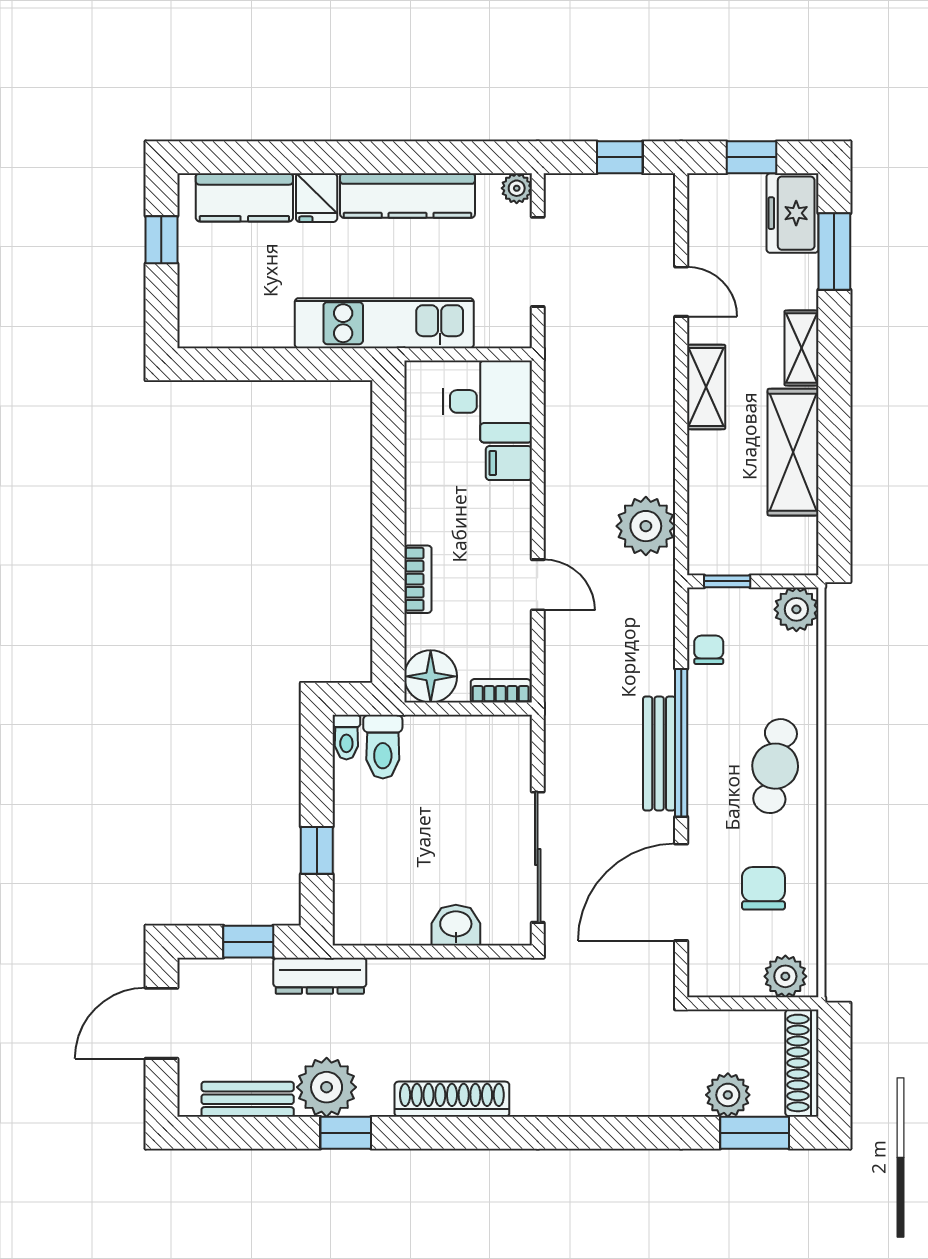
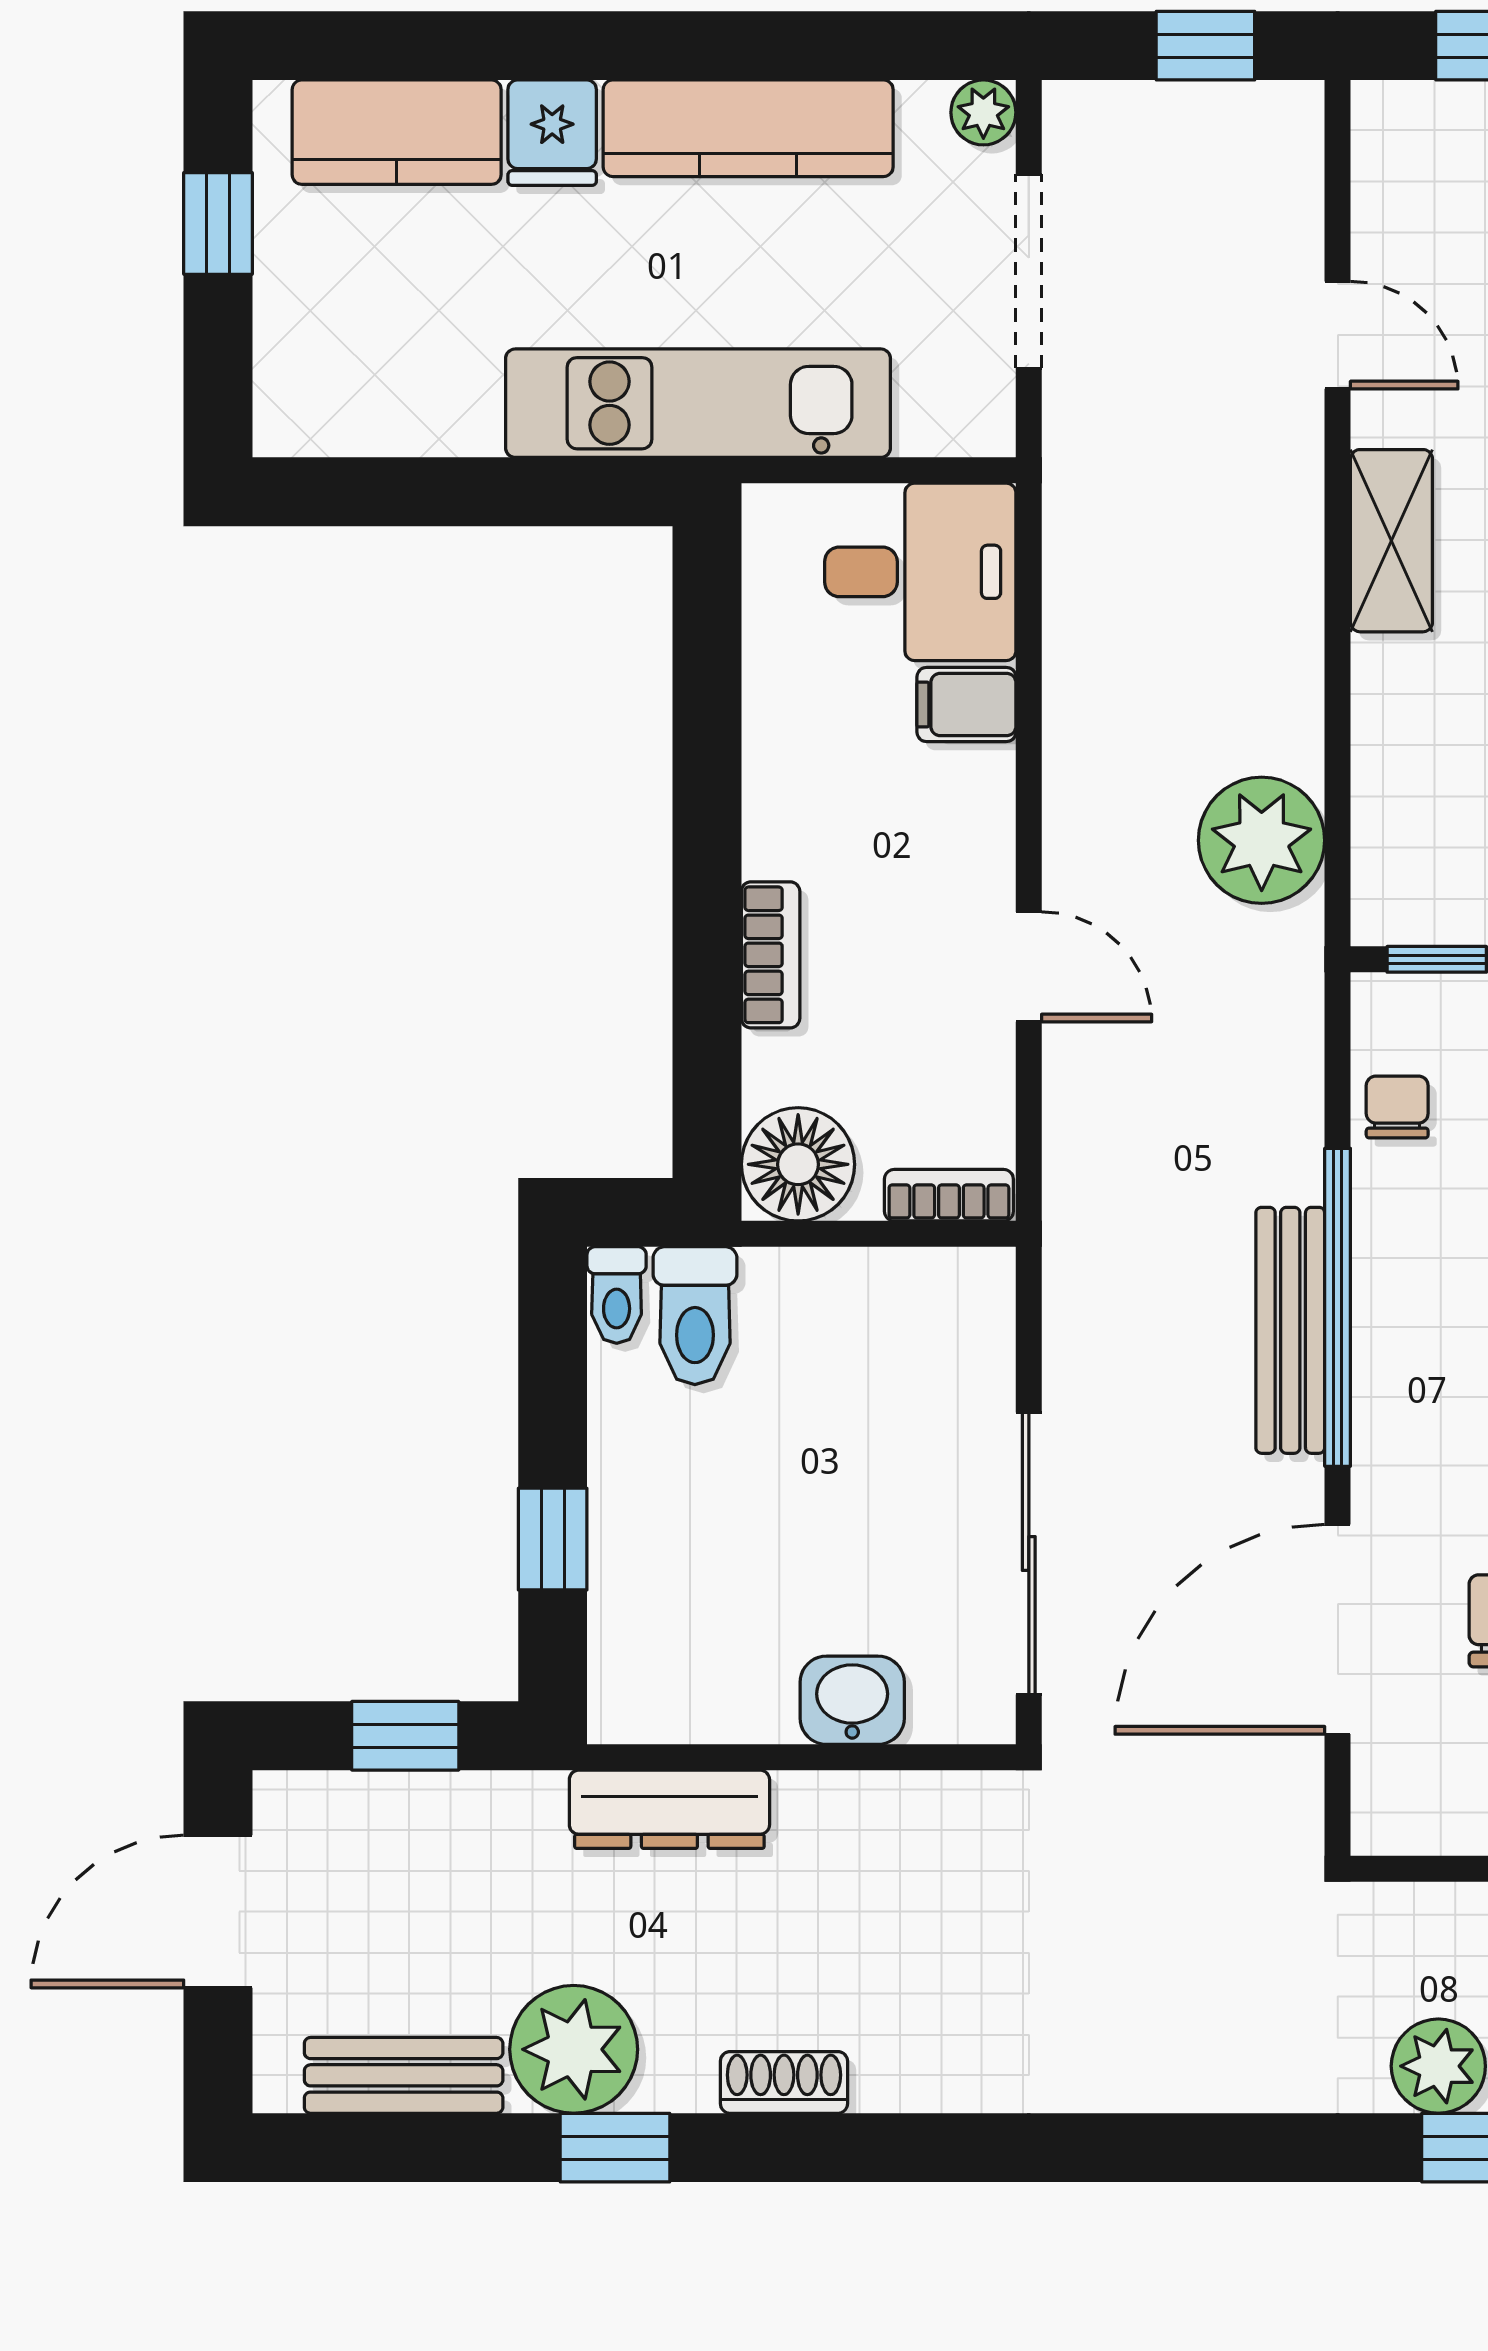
dresser: (320, 976) -> (669, 1809), moved
shoe rack: (452, 1099) -> (784, 2082), width x0.51, depth x0.81

